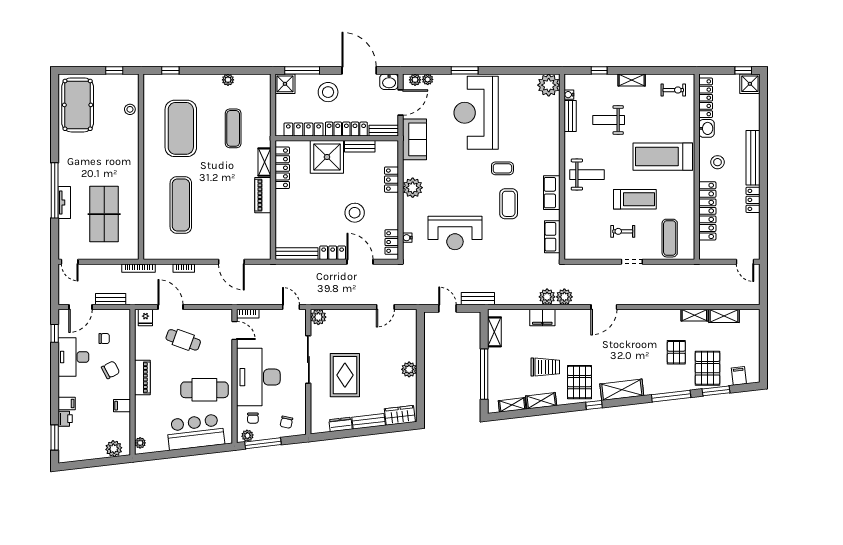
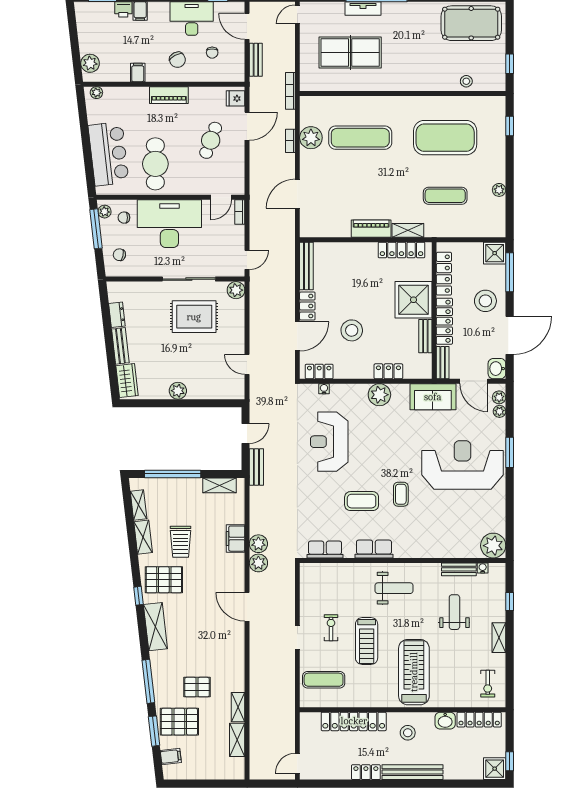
weight bench: (587, 175) -> (394, 588), turned -90
plant: (181, 249) -> (311, 138), added
rug: (345, 375) -> (194, 317), moved

